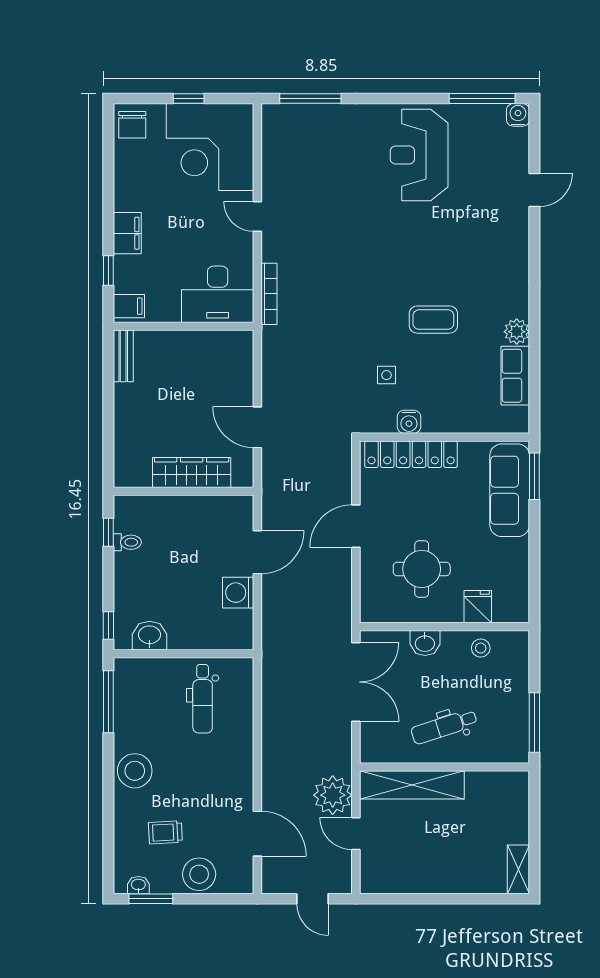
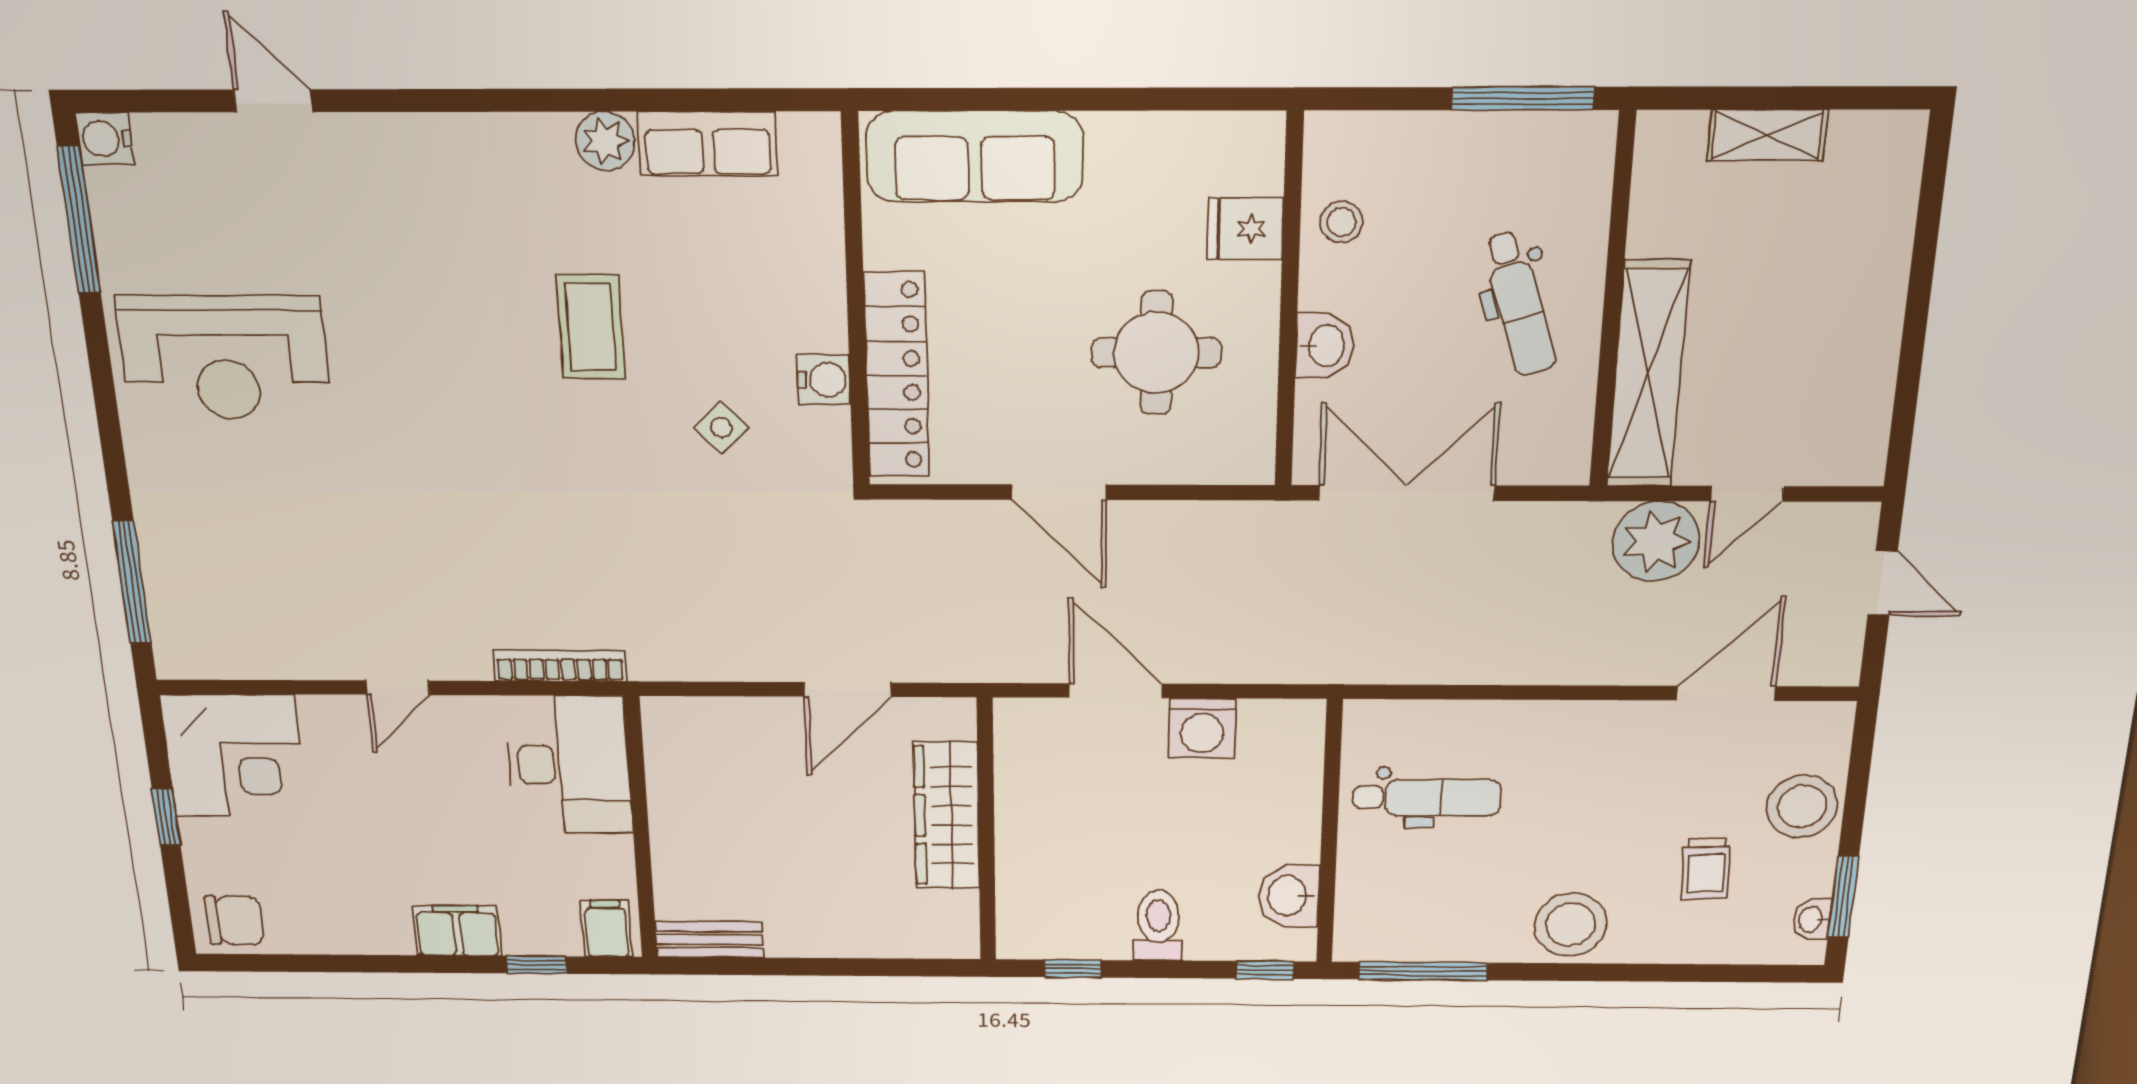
corner desk: (210, 147) -> (235, 756), width x0.74, depth x0.74
side table: (386, 375) -> (721, 427), turned 45
window: (534, 476) -> (941, 100), removed
toilet: (127, 542) -> (1158, 926), moved, width x1.37, depth x1.39
shelving: (518, 869) -> (1767, 135), moved
door: (313, 899) -> (1883, 583), hinge flipped

